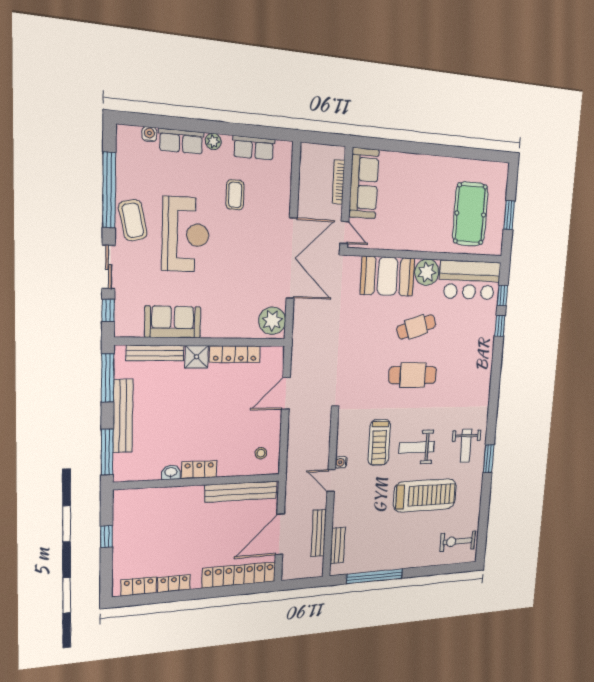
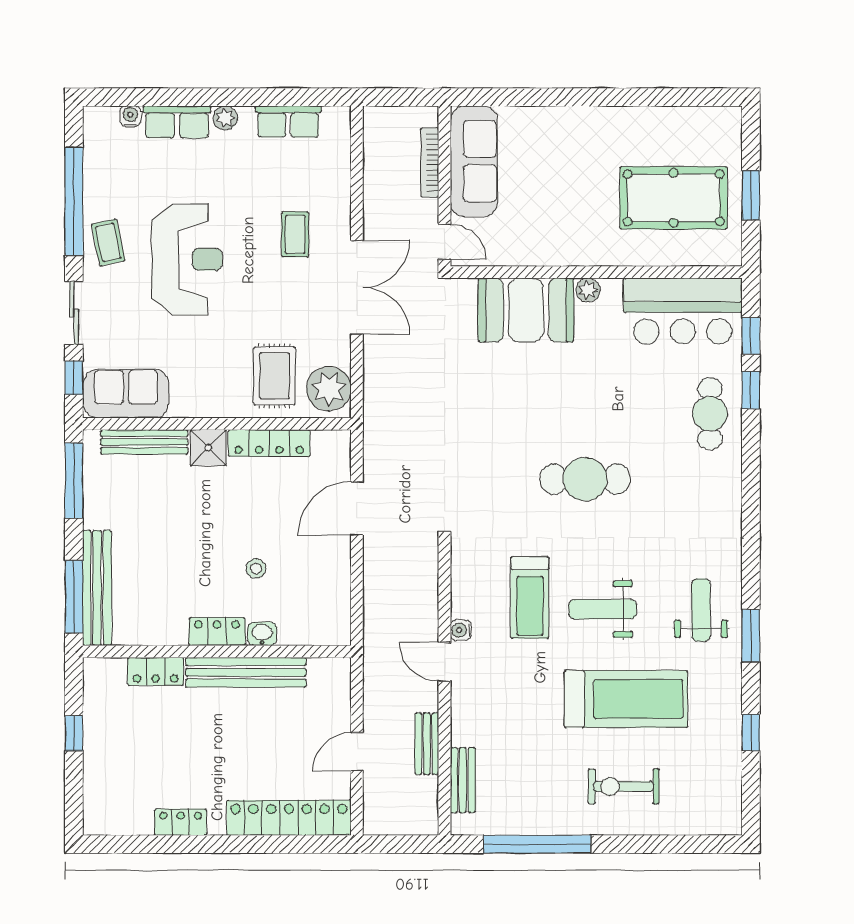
coffee table: (235, 195) -> (295, 234), moved
pool table: (470, 214) -> (674, 198), turned 90
coffee table: (133, 220) -> (108, 242), width x0.73, depth x0.77
double door: (292, 258) -> (357, 287), width x0.73
plant: (427, 272) -> (588, 290), width x0.53, depth x0.53
rug: (239, 312) -> (275, 376), added
sofa: (173, 322) -> (126, 394), moved
cafe table: (416, 327) -> (710, 414), moved, turned -71
bench: (123, 416) -> (97, 588), moved
weight bench: (466, 446) -> (701, 610), turned 180
stool: (261, 453) -> (256, 568), moved
washbasin: (171, 472) -> (262, 634), moved
bench: (241, 492) -> (246, 672), moved
window: (484, 509) -> (751, 733), added
bench: (319, 533) -> (427, 744), width x0.73
door: (280, 534) -> (357, 752), width x0.53
exercise bike: (458, 541) -> (623, 786), moved
locker: (139, 586) -> (156, 671), moved, turned 180

